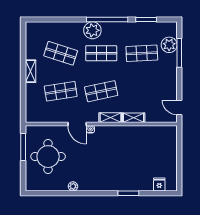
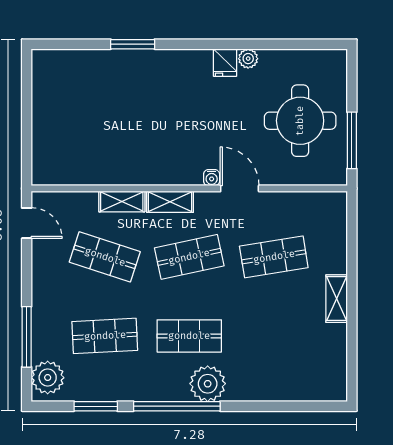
plant: (169, 45) -> (48, 378), moved
shop shelf: (61, 53) -> (105, 257), moved
fridge: (159, 184) -> (225, 63), moved

